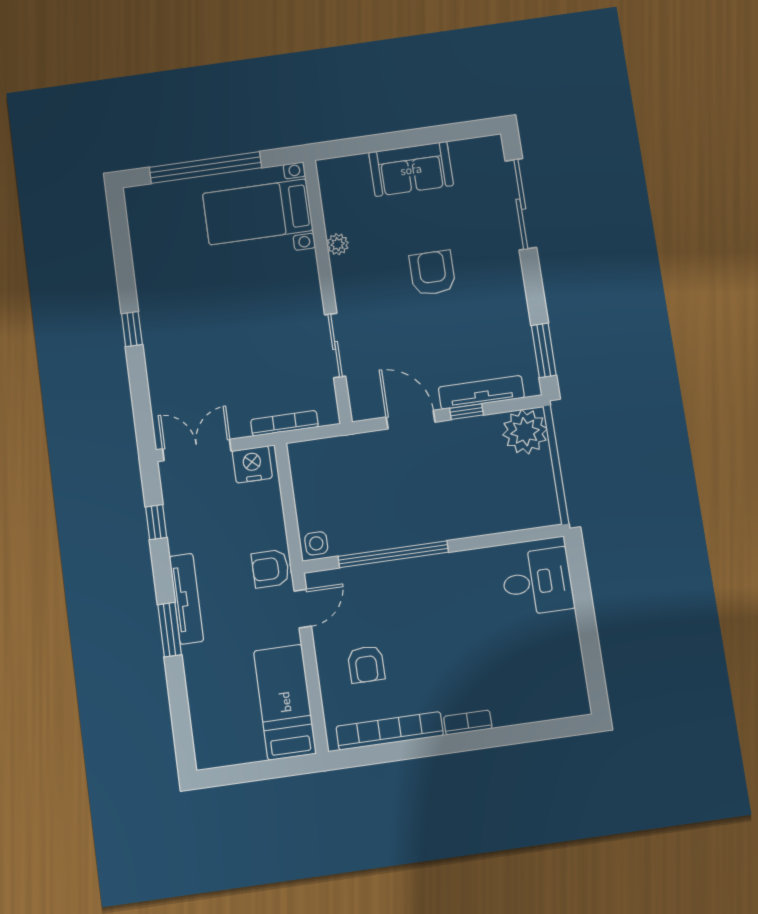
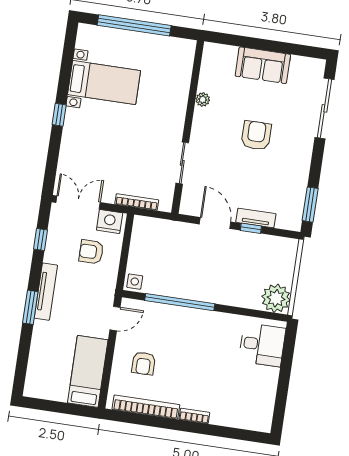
bed with nightstands: (258, 212) -> (104, 83), moved, turned 180
tv unit: (481, 392) -> (256, 218), width x0.71
plant: (525, 432) -> (276, 298), moved
armchair: (270, 569) -> (91, 252), moved

